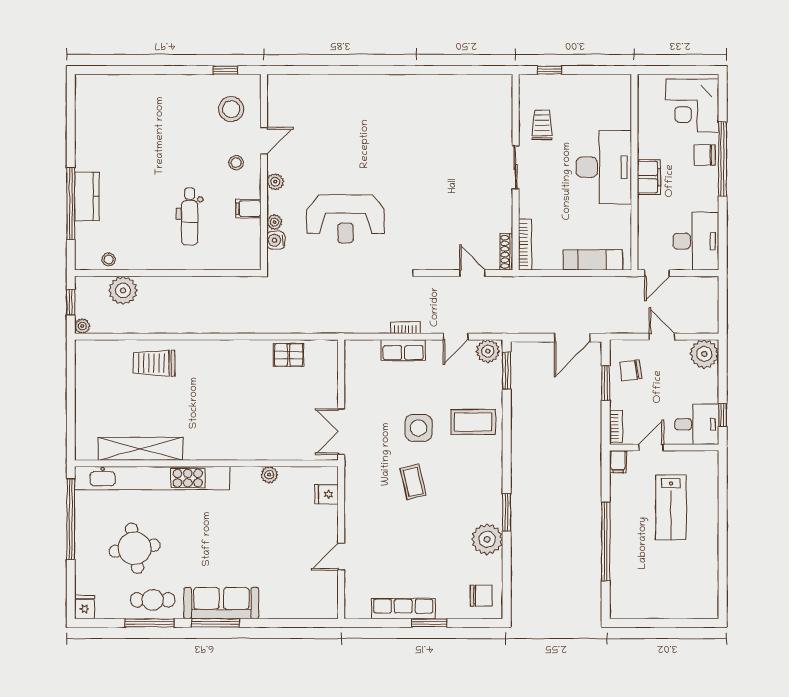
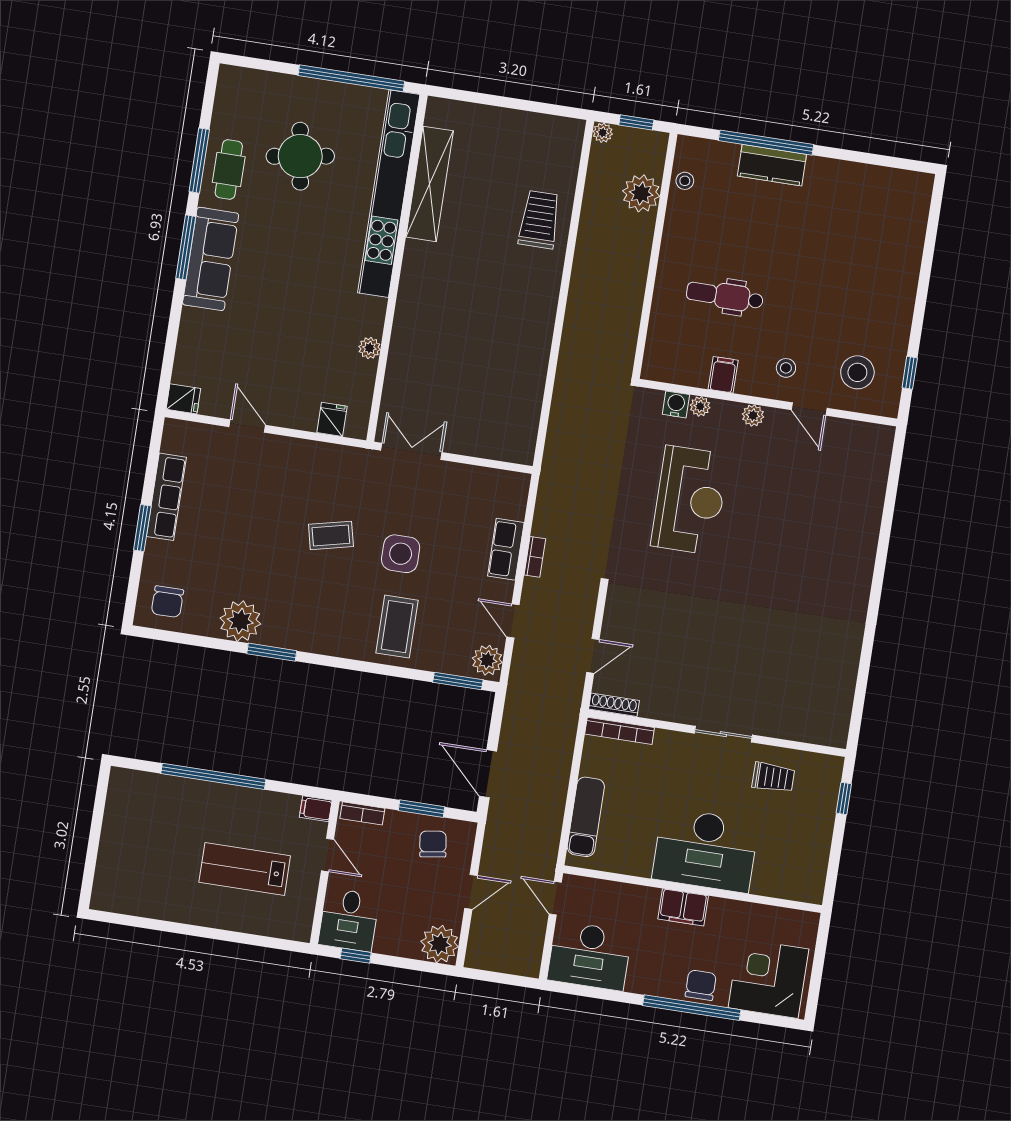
reception desk: (346, 219) -> (690, 500), turned 180
pallet: (289, 355) -> (523, 398), removed
fridge: (85, 607) -> (183, 399), moved

